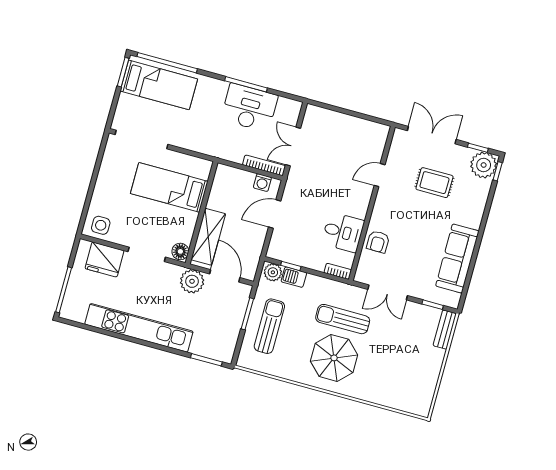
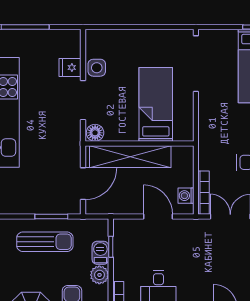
side table: (101, 225) -> (97, 68), moved
shelving: (208, 237) -> (130, 157), width x1.47
fridge: (104, 260) -> (70, 67), width x0.53, depth x0.75
plant: (273, 272) -> (99, 275), moved
plant: (192, 281) -> (69, 153), removed

